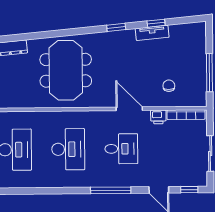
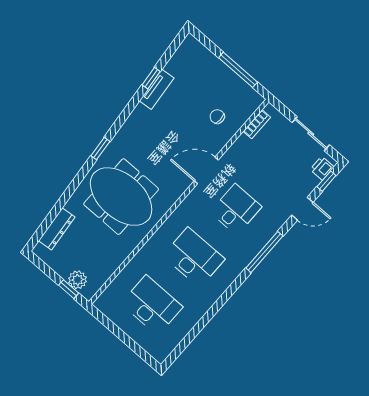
window: (116, 27) -> (100, 149), moved
bookcase: (186, 115) -> (257, 124), width x0.64
printer: (158, 117) -> (322, 168), moved, turned 180

